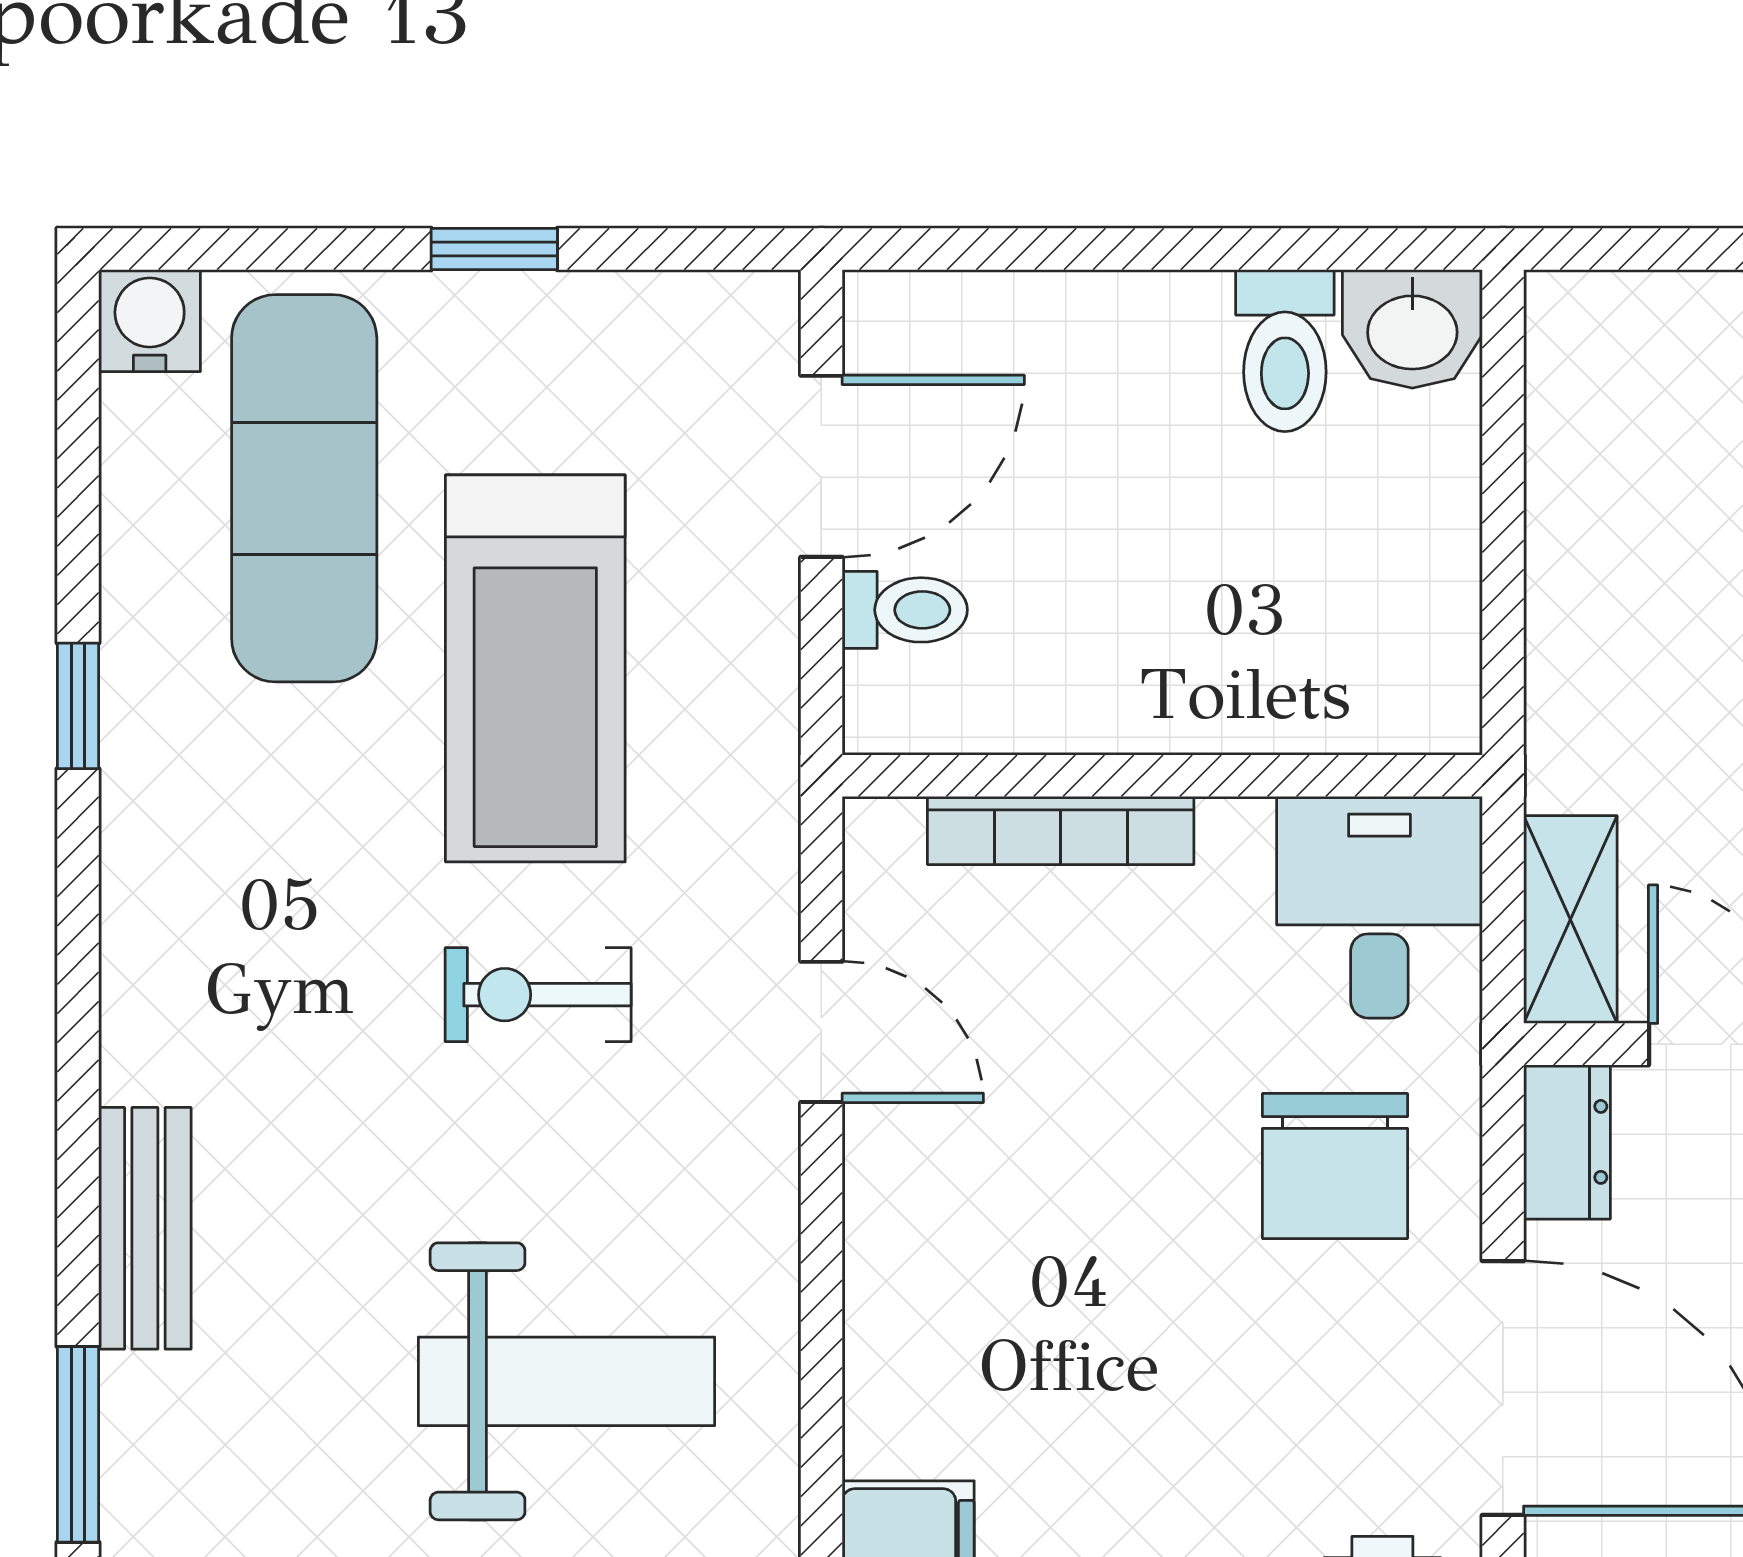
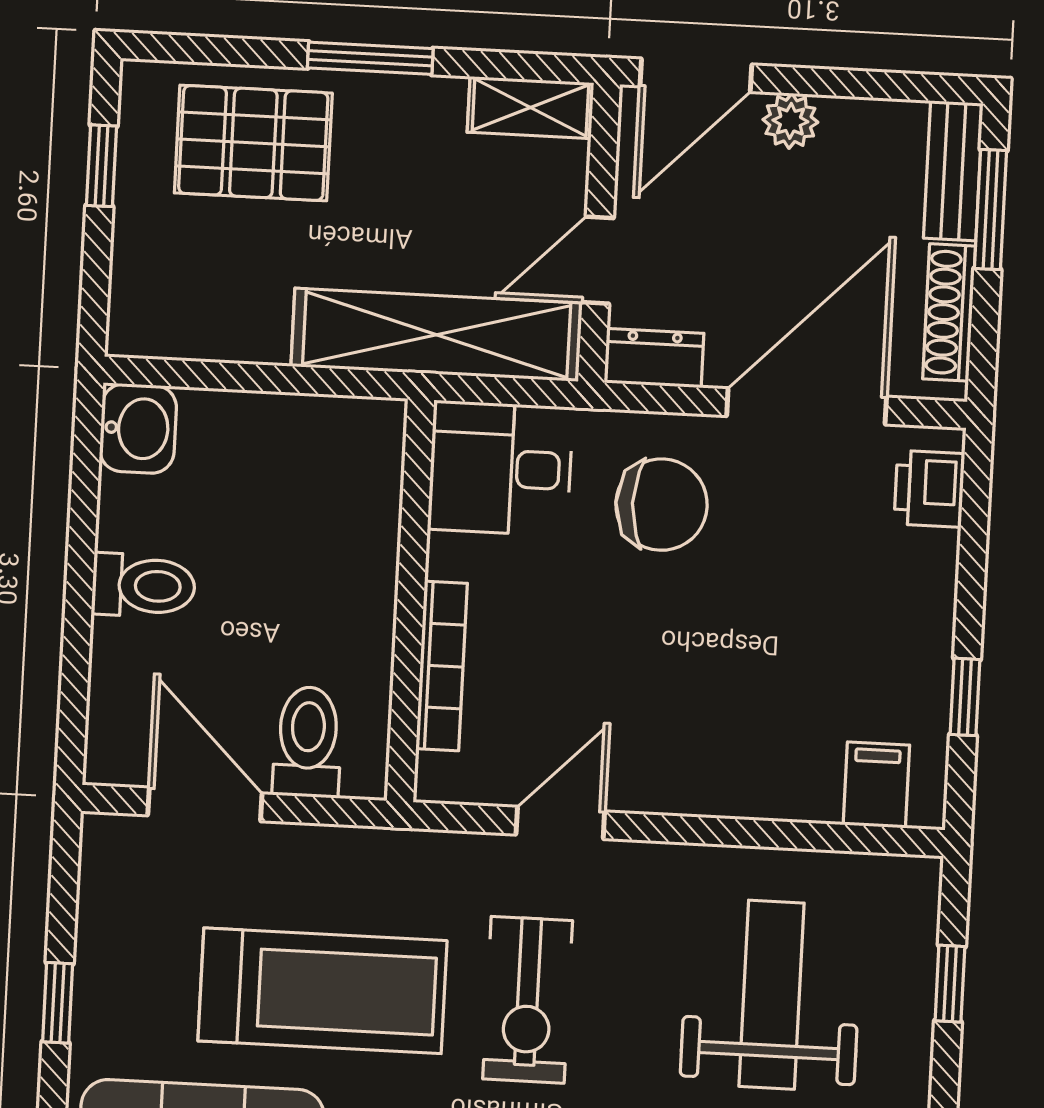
toilet: (1285, 351) -> (144, 586), moved
toilet: (905, 610) -> (308, 742), width x1.37, depth x1.39
shelving: (1570, 920) -> (437, 335), width x2.20, depth x1.33
exercise bike: (538, 995) -> (528, 1000), width x1.38, depth x1.39

